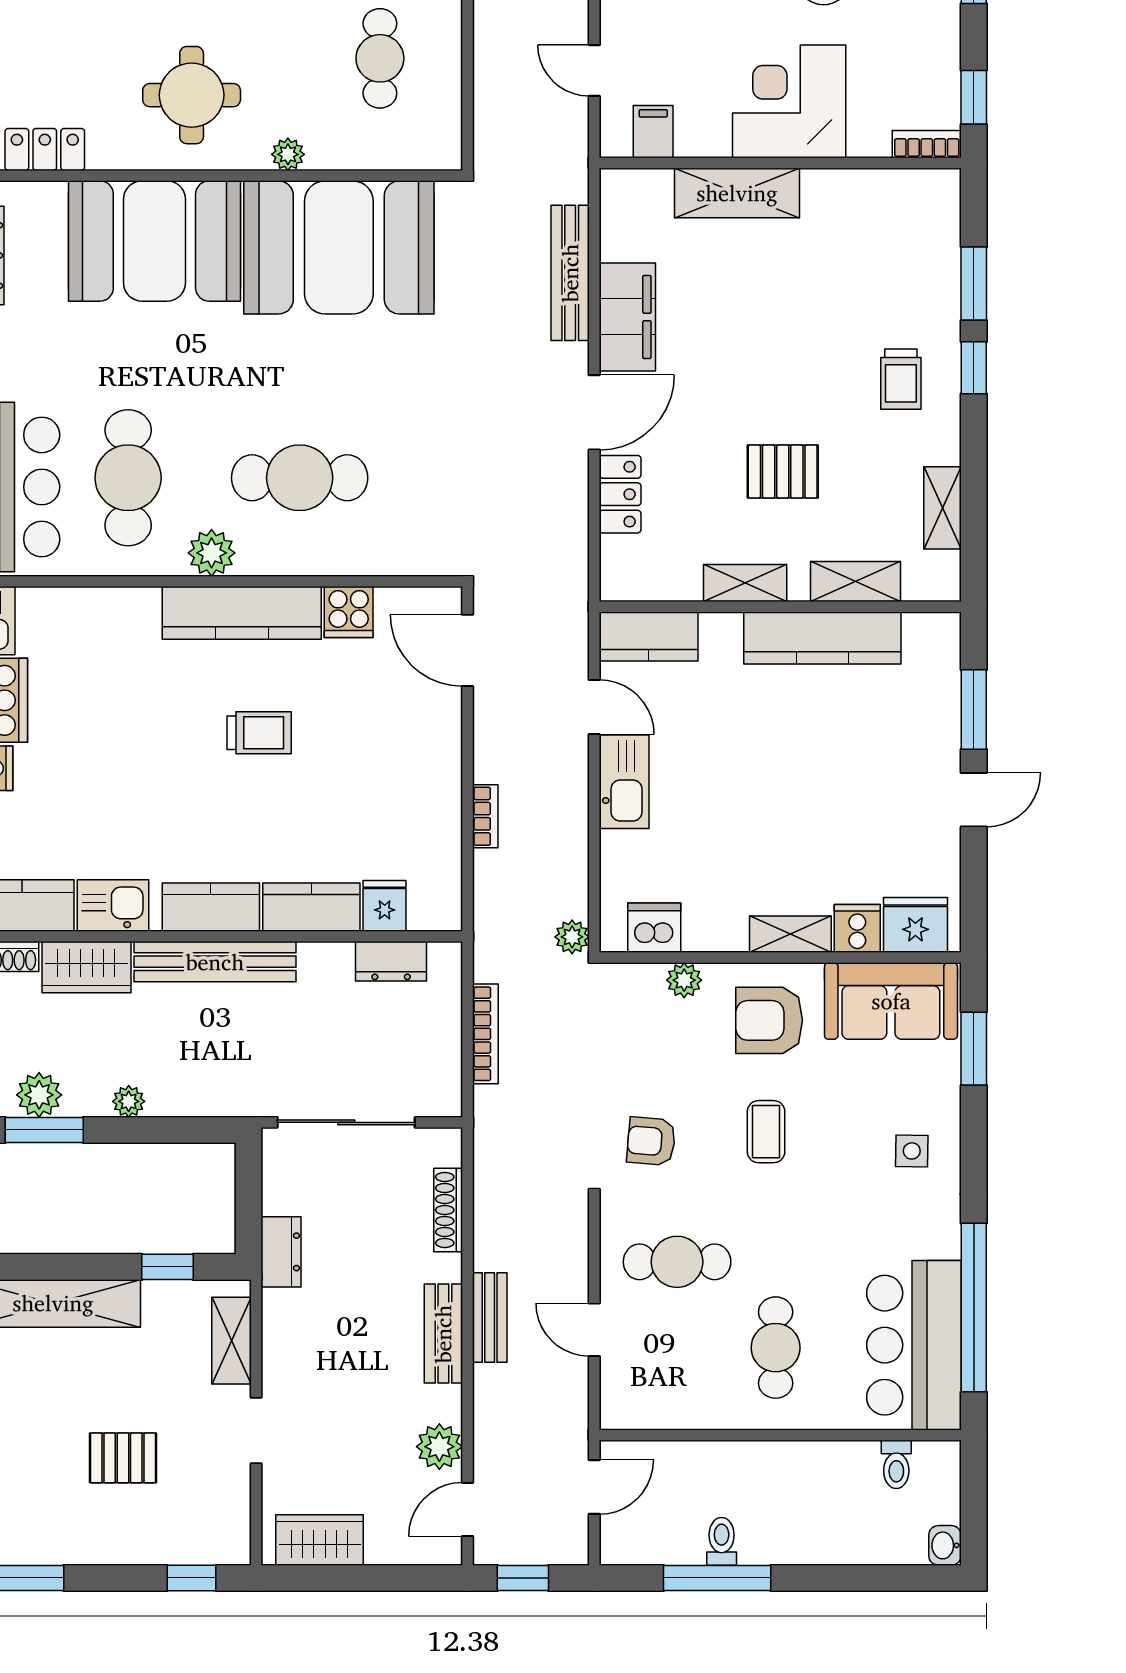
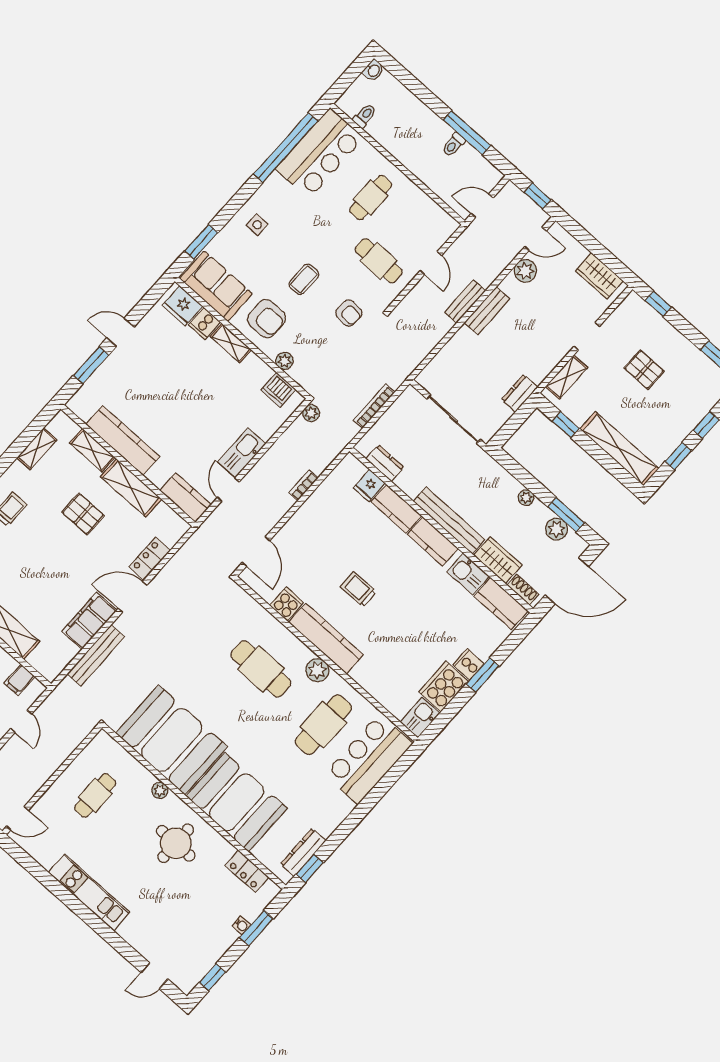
shelving: (745, 583) -> (131, 488), width x1.50, depth x1.33
shoe rack: (448, 1210) -> (445, 354), removed

